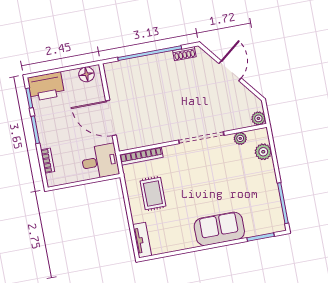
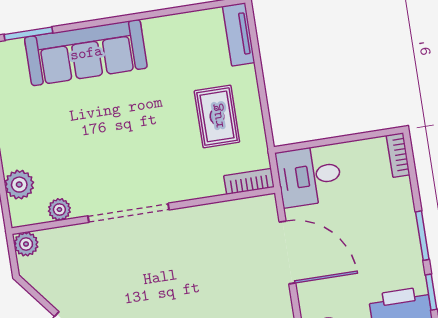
bookcase: (141, 156) -> (249, 181), width x0.64
bookcase: (48, 161) -> (398, 155), moved
sofa: (219, 229) -> (86, 53), width x1.36

